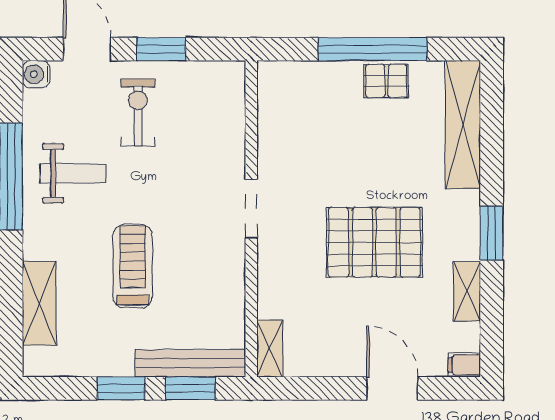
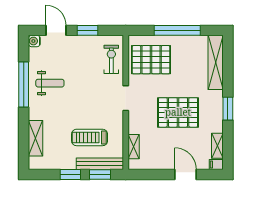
pallet: (386, 81) -> (151, 60), moved, width x2.05, depth x2.00
exercise bike: (138, 113) -> (111, 59), moved
treadmill: (133, 266) -> (90, 137), moved, turned -90
shelving: (467, 291) -> (217, 146), moved
shelving: (270, 348) -> (134, 147), moved

